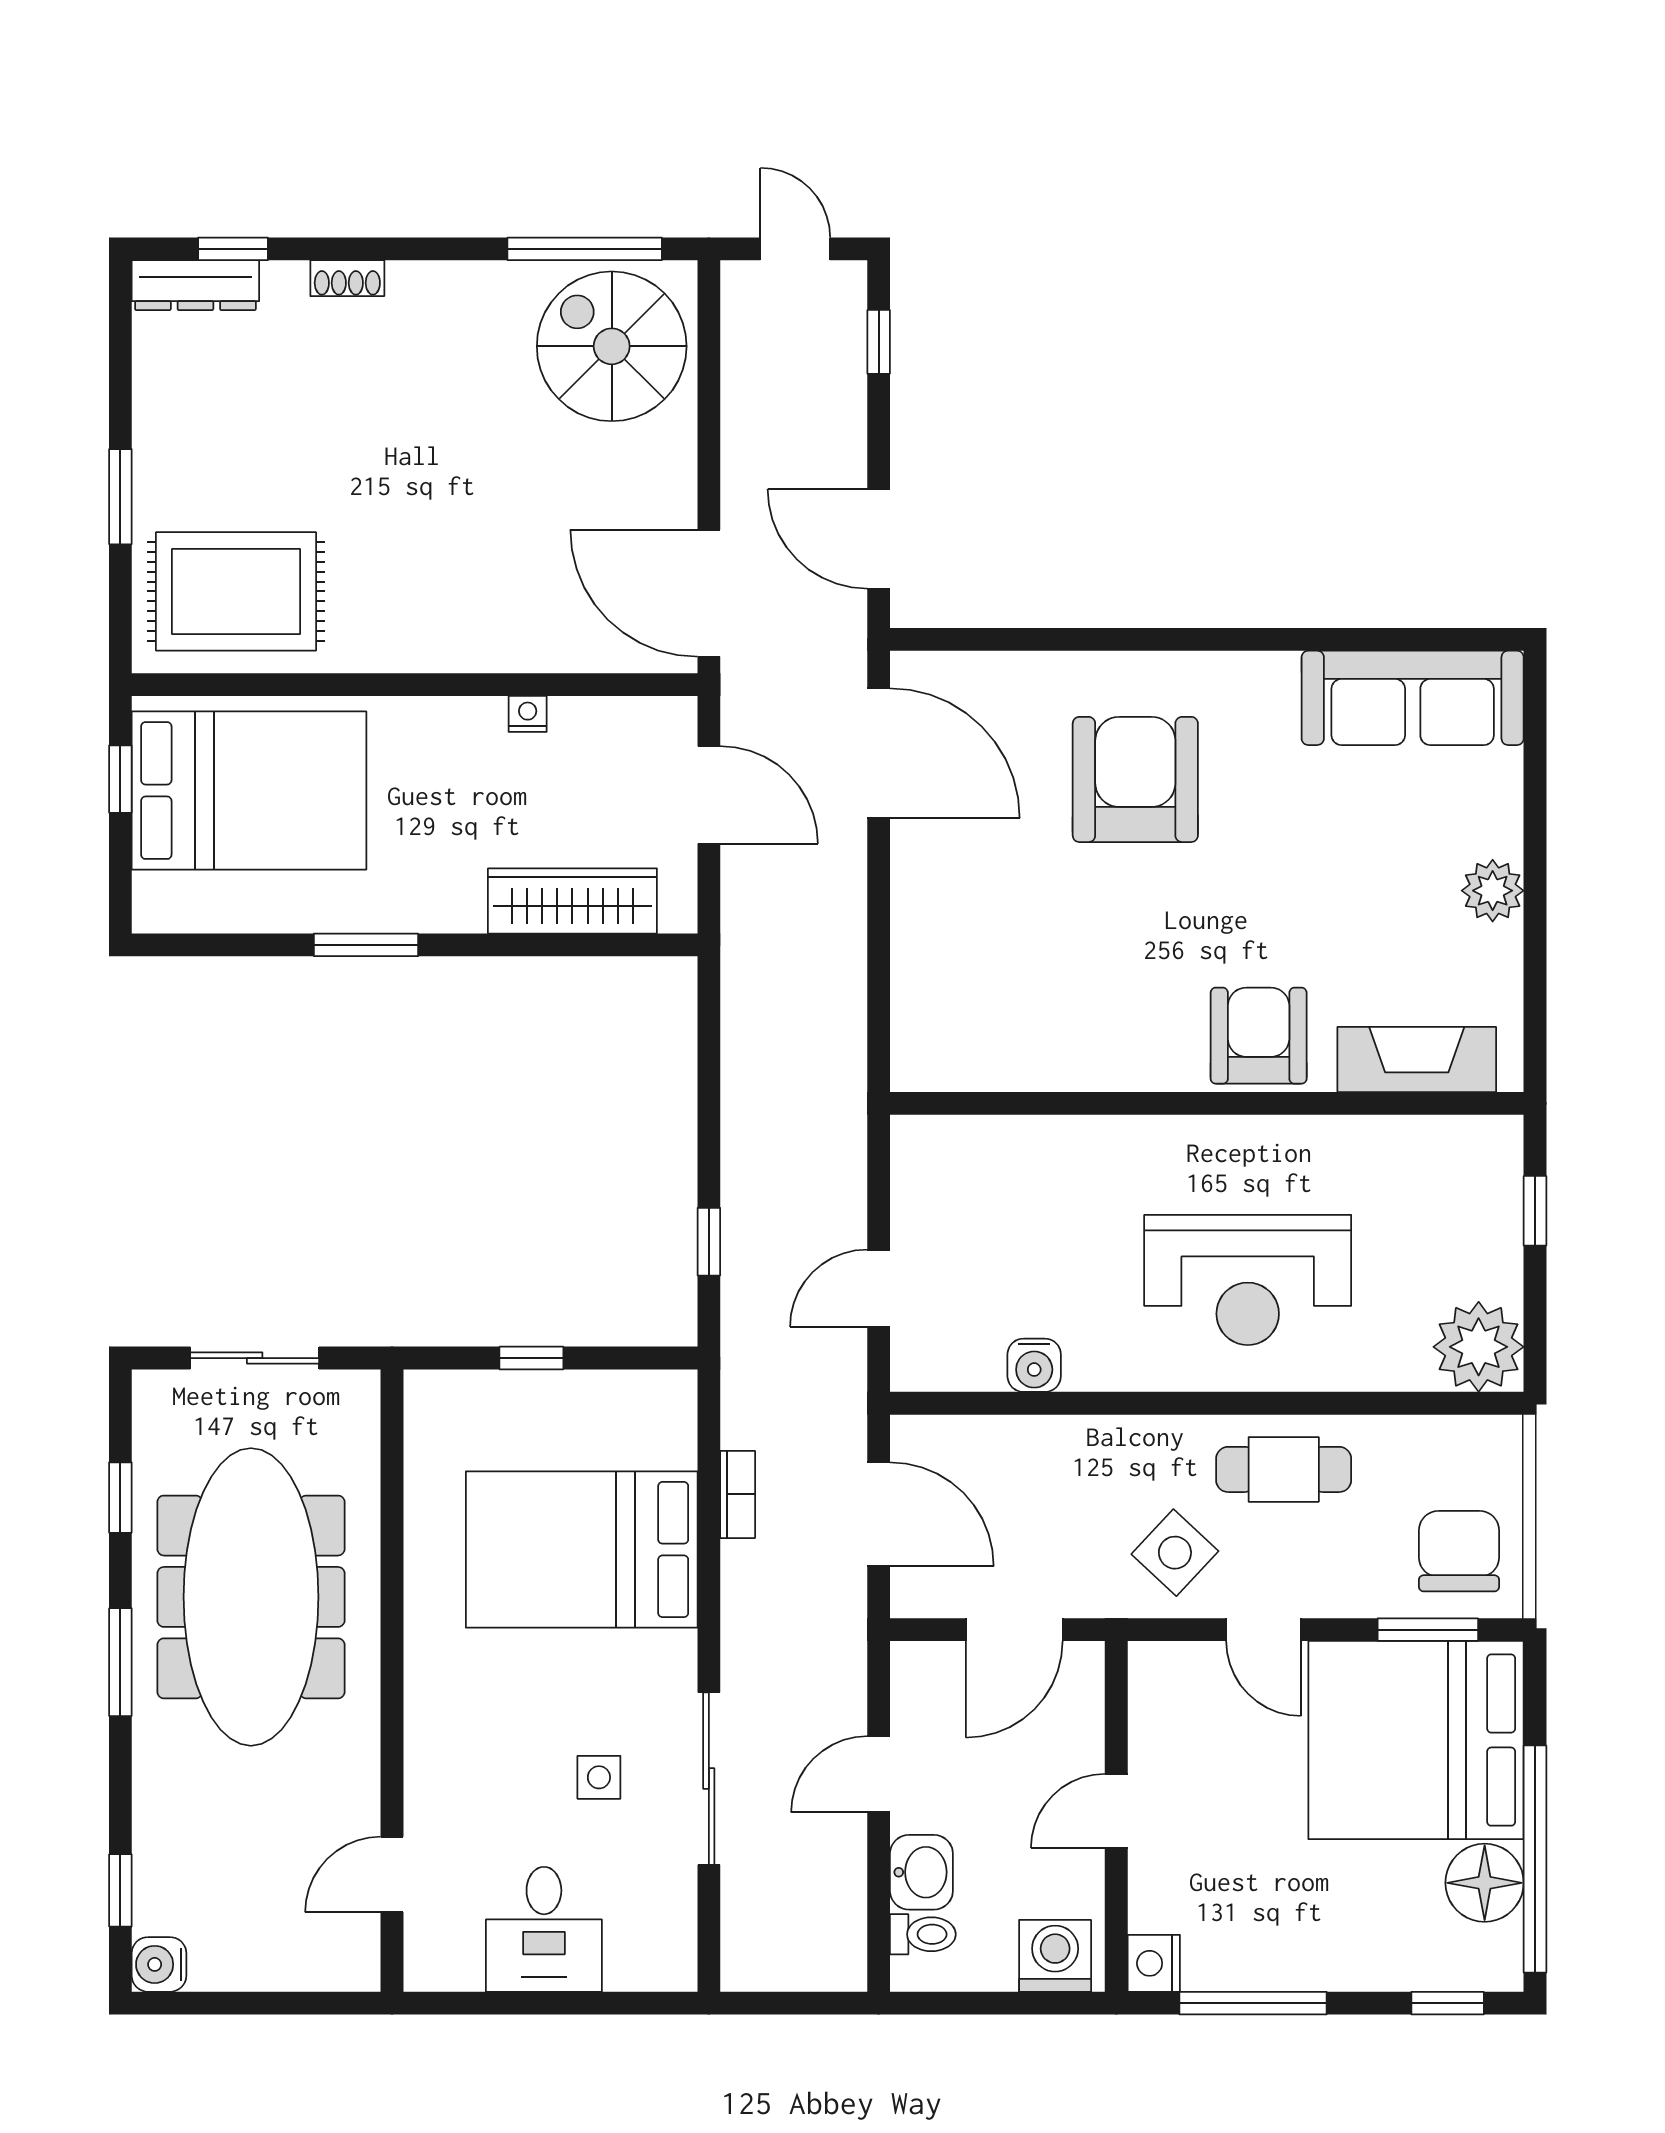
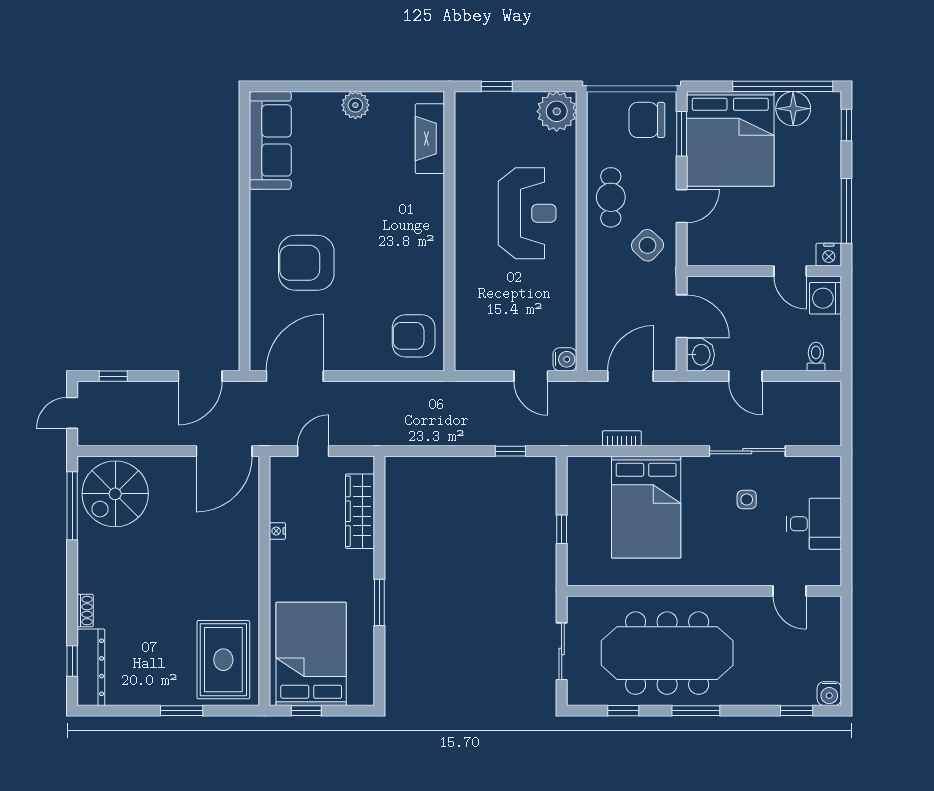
dresser: (195, 285) -> (91, 667), width x1.37, depth x1.24
door: (709, 795) -> (313, 451), width x0.73
armchair: (1259, 1036) -> (414, 336), moved
water cooler: (1034, 1365) -> (565, 359), moved
door: (1116, 1811) -> (790, 271), moved
washbasin: (921, 1872) -> (700, 355), moved, turned 90

